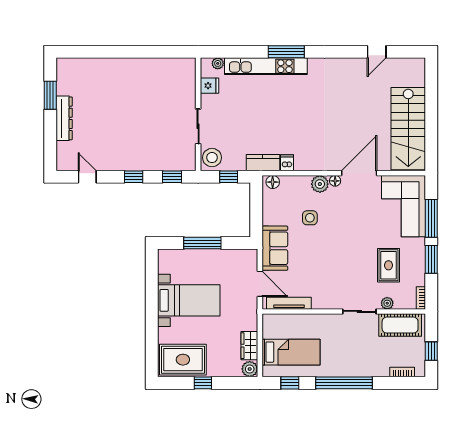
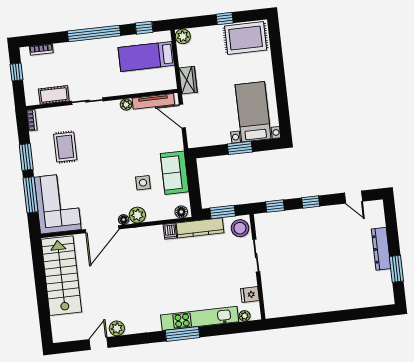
plant: (355, 66) -> (117, 328), added
kitchen counter: (263, 163) -> (200, 228), width x1.50
window: (229, 177) -> (223, 212), width x1.50
window: (202, 243) -> (240, 148), width x0.69
sofa: (275, 248) -> (175, 173), moved
bed with nightstands: (189, 300) -> (253, 112), moved, turned 90
plant: (387, 303) -> (126, 105), moved
cot: (400, 325) -> (54, 95), width x0.73, depth x0.75
wardrobe: (249, 346) -> (188, 80), moved

